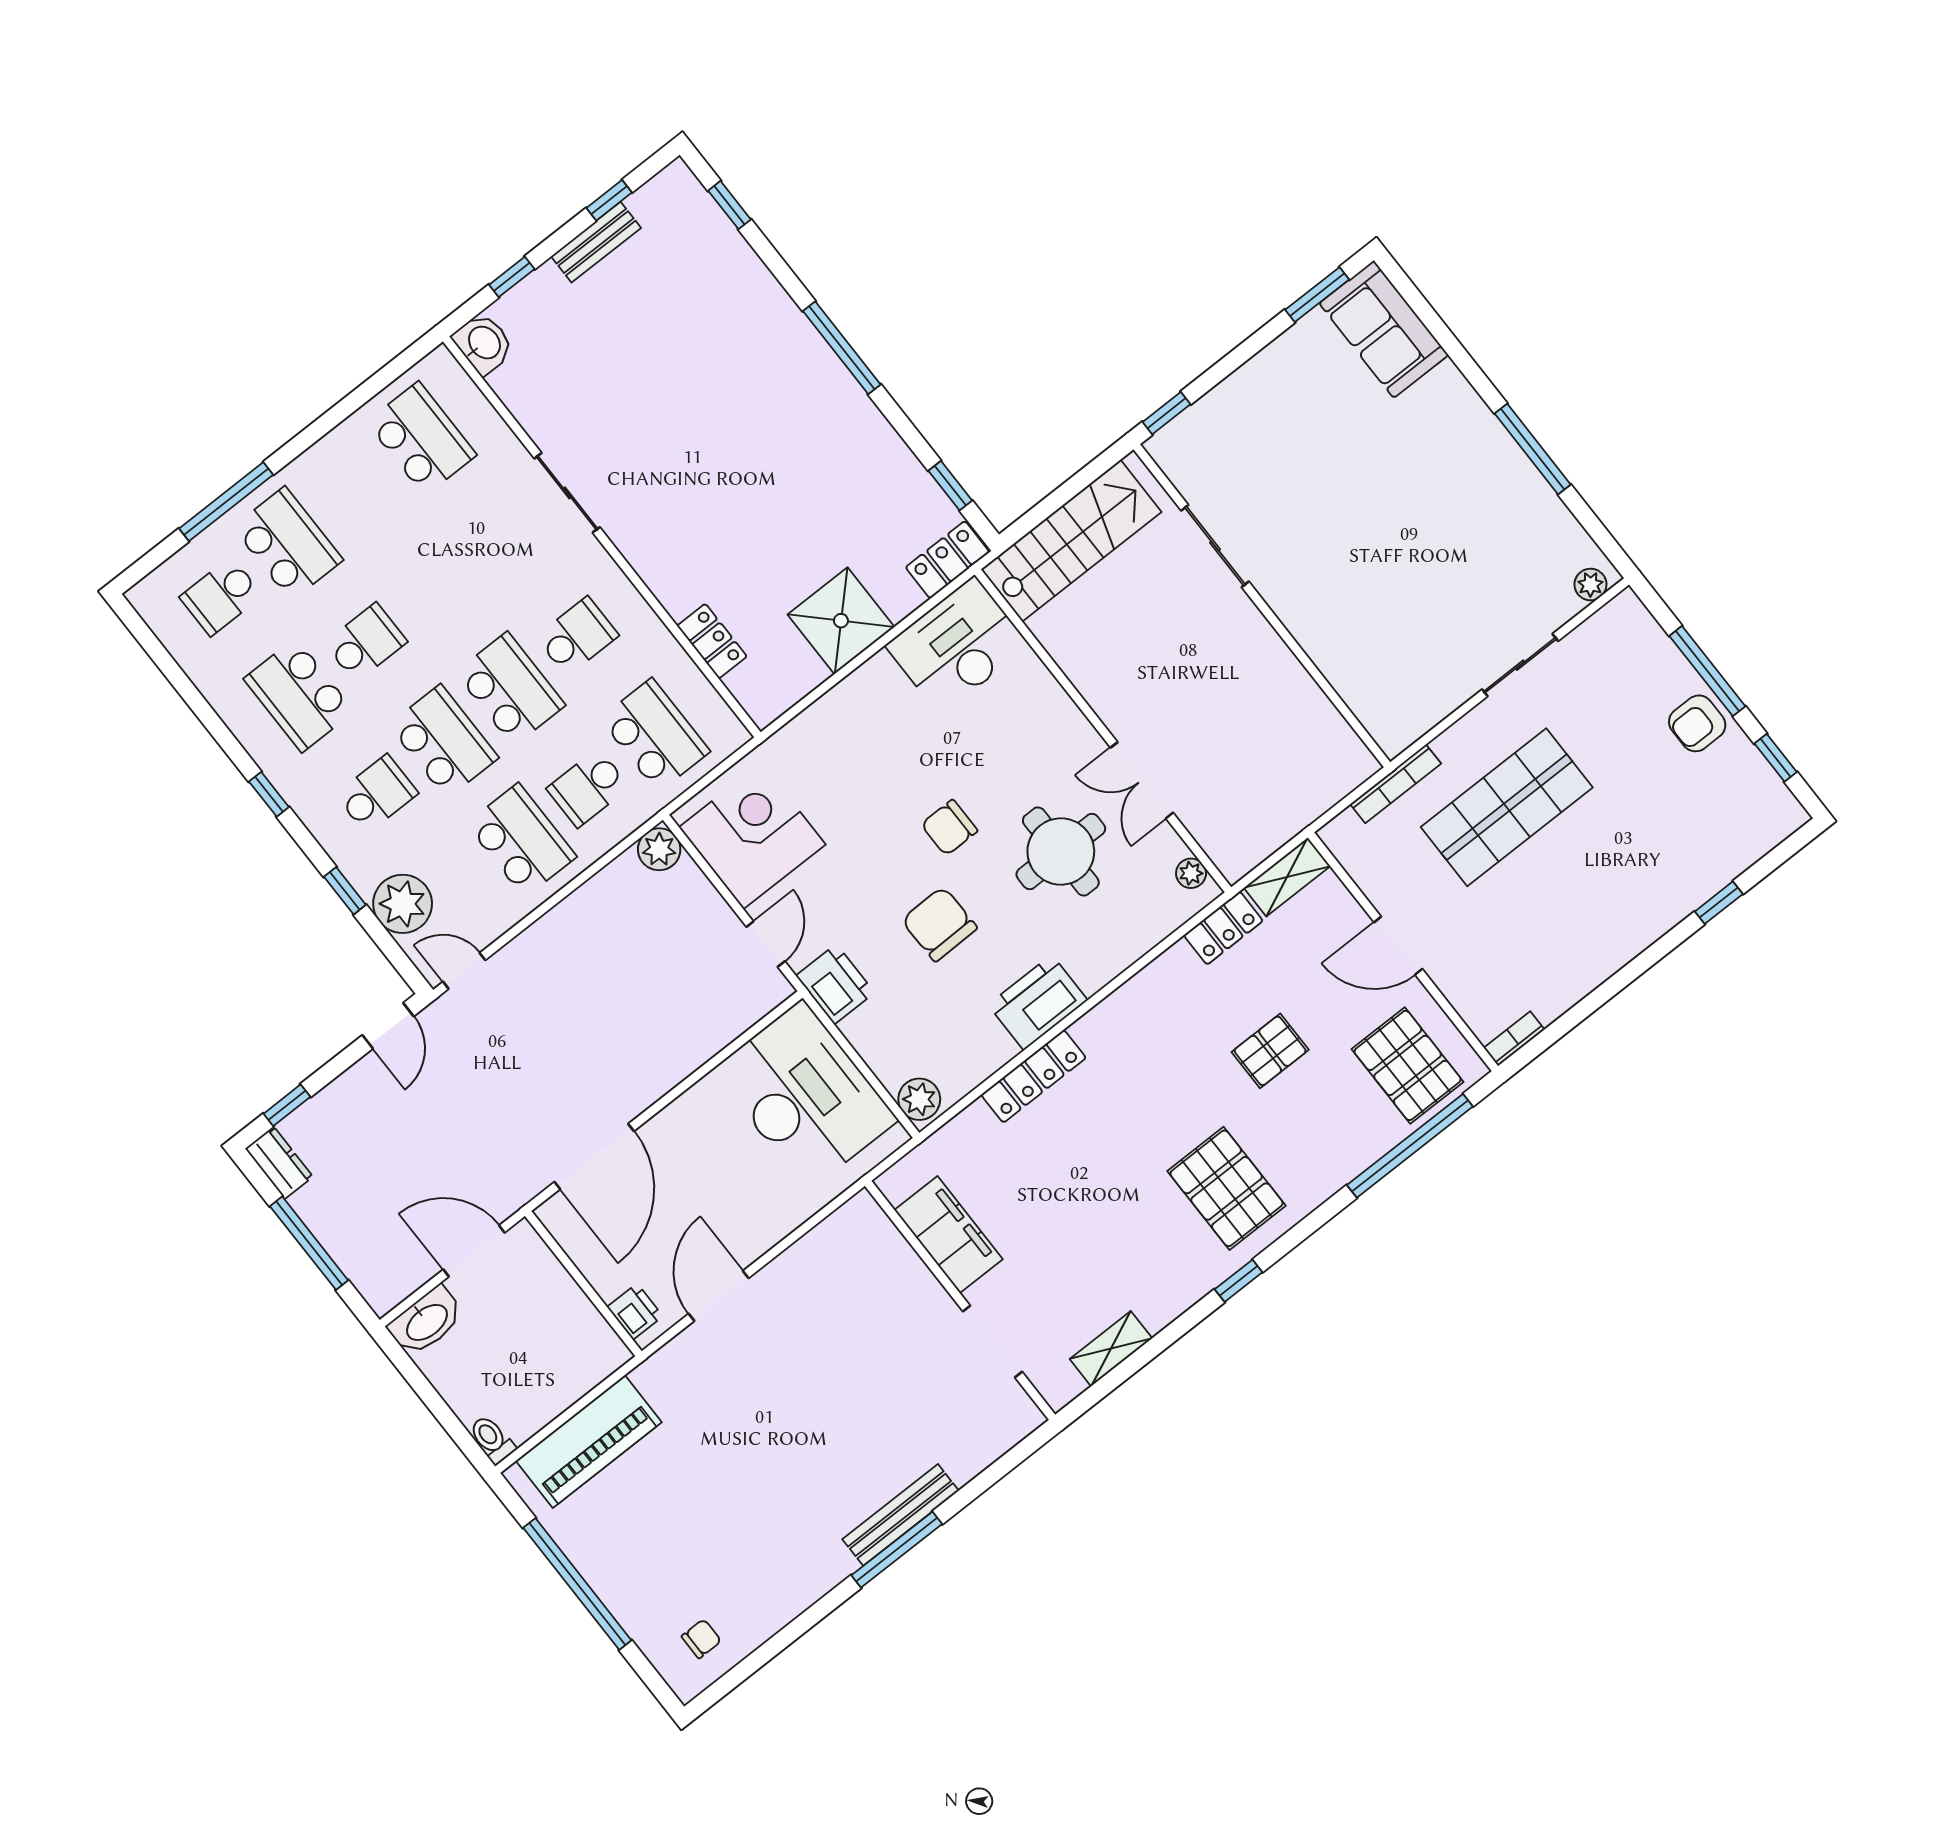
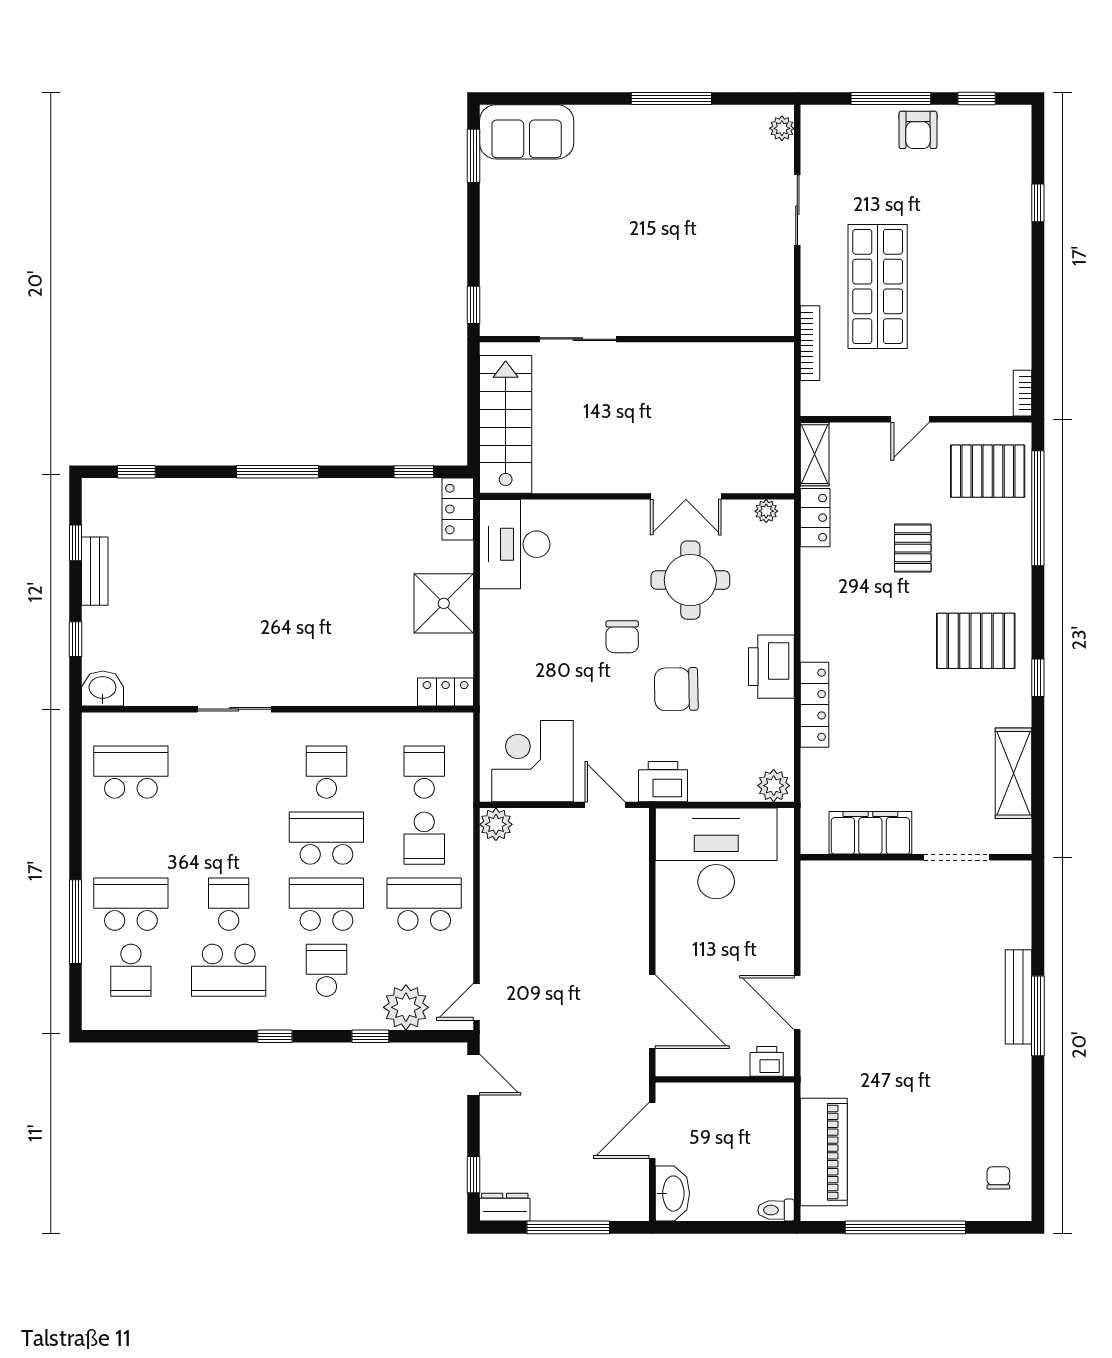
locker: (712, 641) -> (446, 692), moved
school desk: (655, 735) -> (424, 772), width x0.54
door: (1398, 946) -> (910, 419), width x0.73
shelving: (1111, 1349) -> (1014, 773), width x1.50, depth x1.33

